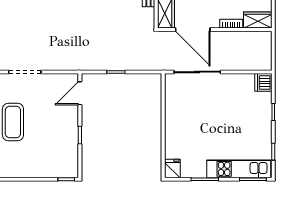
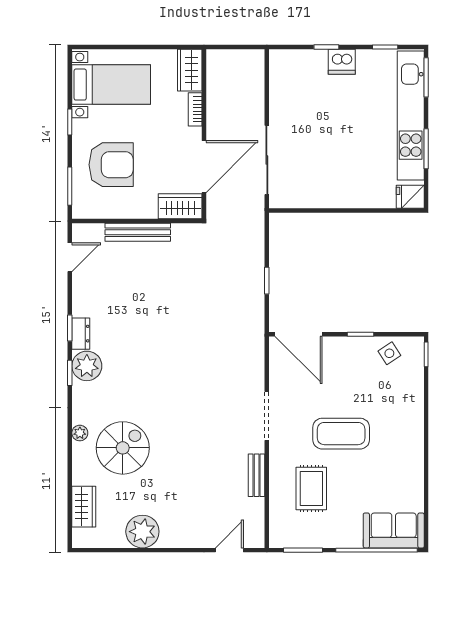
dishwasher: (263, 82) -> (342, 62), moved
door: (80, 93) -> (299, 334), width x1.36
side table: (67, 154) -> (389, 353), added
kitchen unit: (239, 169) -> (411, 115), width x1.36

